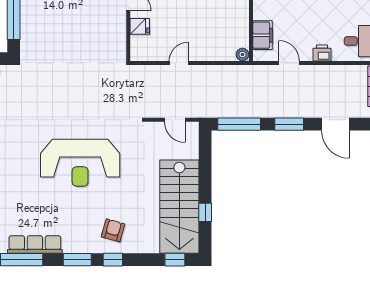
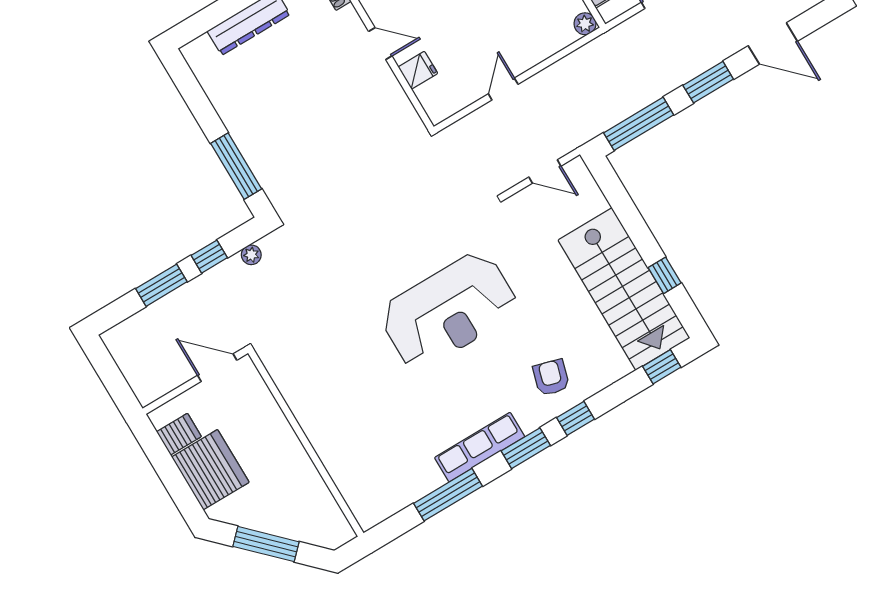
row of seats: (35, 245) -> (480, 447), moved

